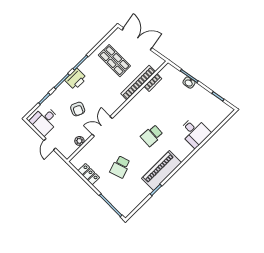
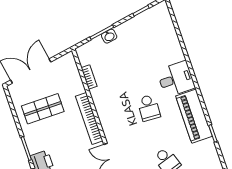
bookcase: (138, 83) -> (89, 119), moved
desk: (195, 132) -> (176, 79), moved

